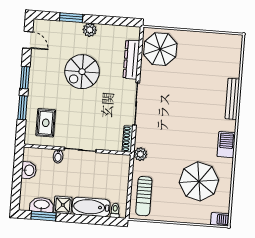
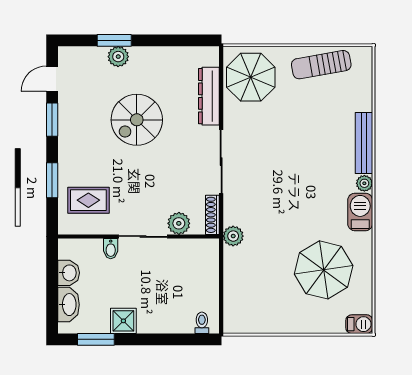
plant: (90, 30) -> (118, 57), moved
door: (28, 40) -> (52, 79), swing flipped
window: (25, 78) -> (52, 120), moved
rug: (46, 123) -> (88, 200), turned 90
plant: (231, 126) -> (364, 183), added
plant: (105, 143) -> (179, 223), added
sun lounger: (144, 196) -> (321, 65), moved, turned 80
washbasin: (42, 205) -> (69, 305), moved, turned 90
bathtub: (91, 207) -> (166, 320), removed

